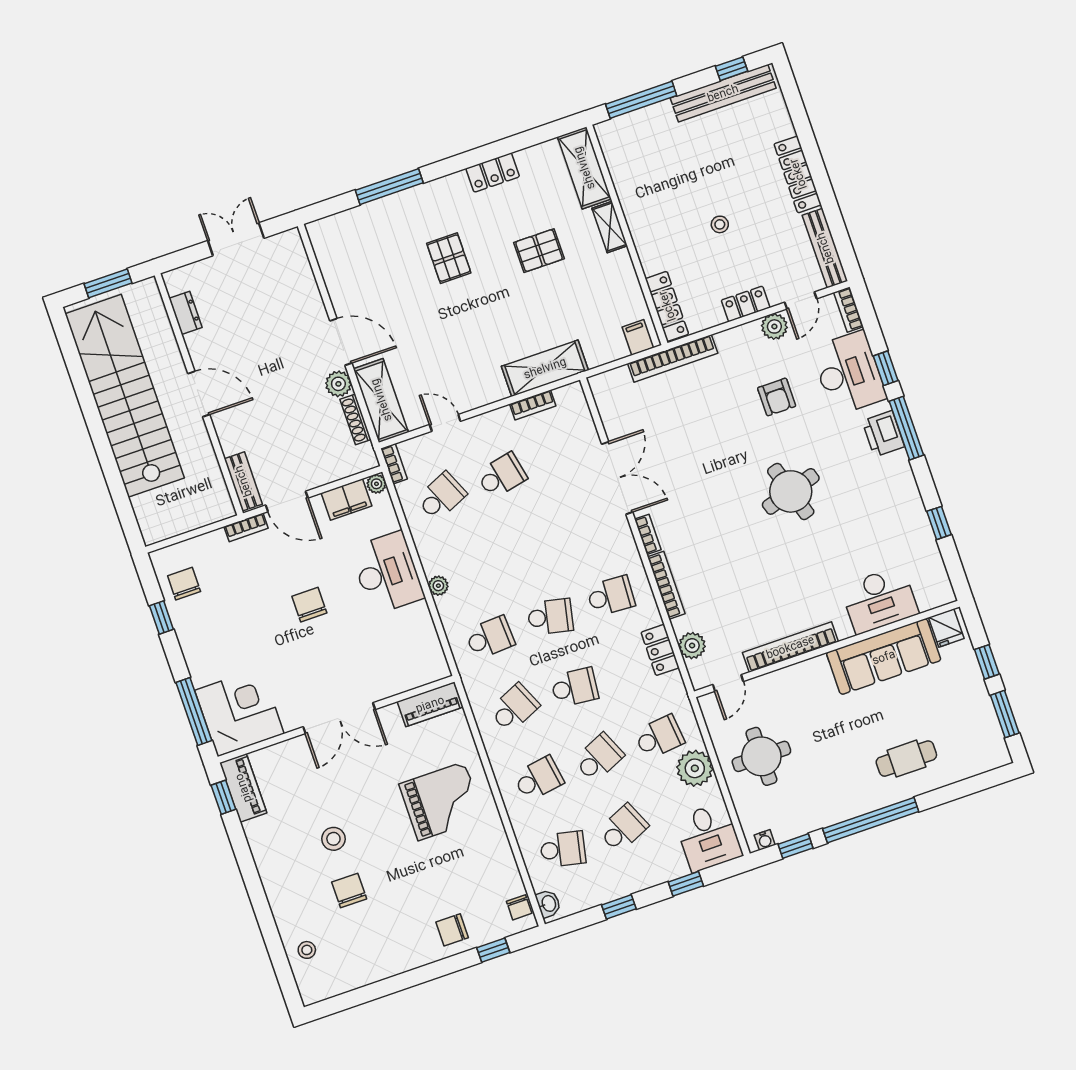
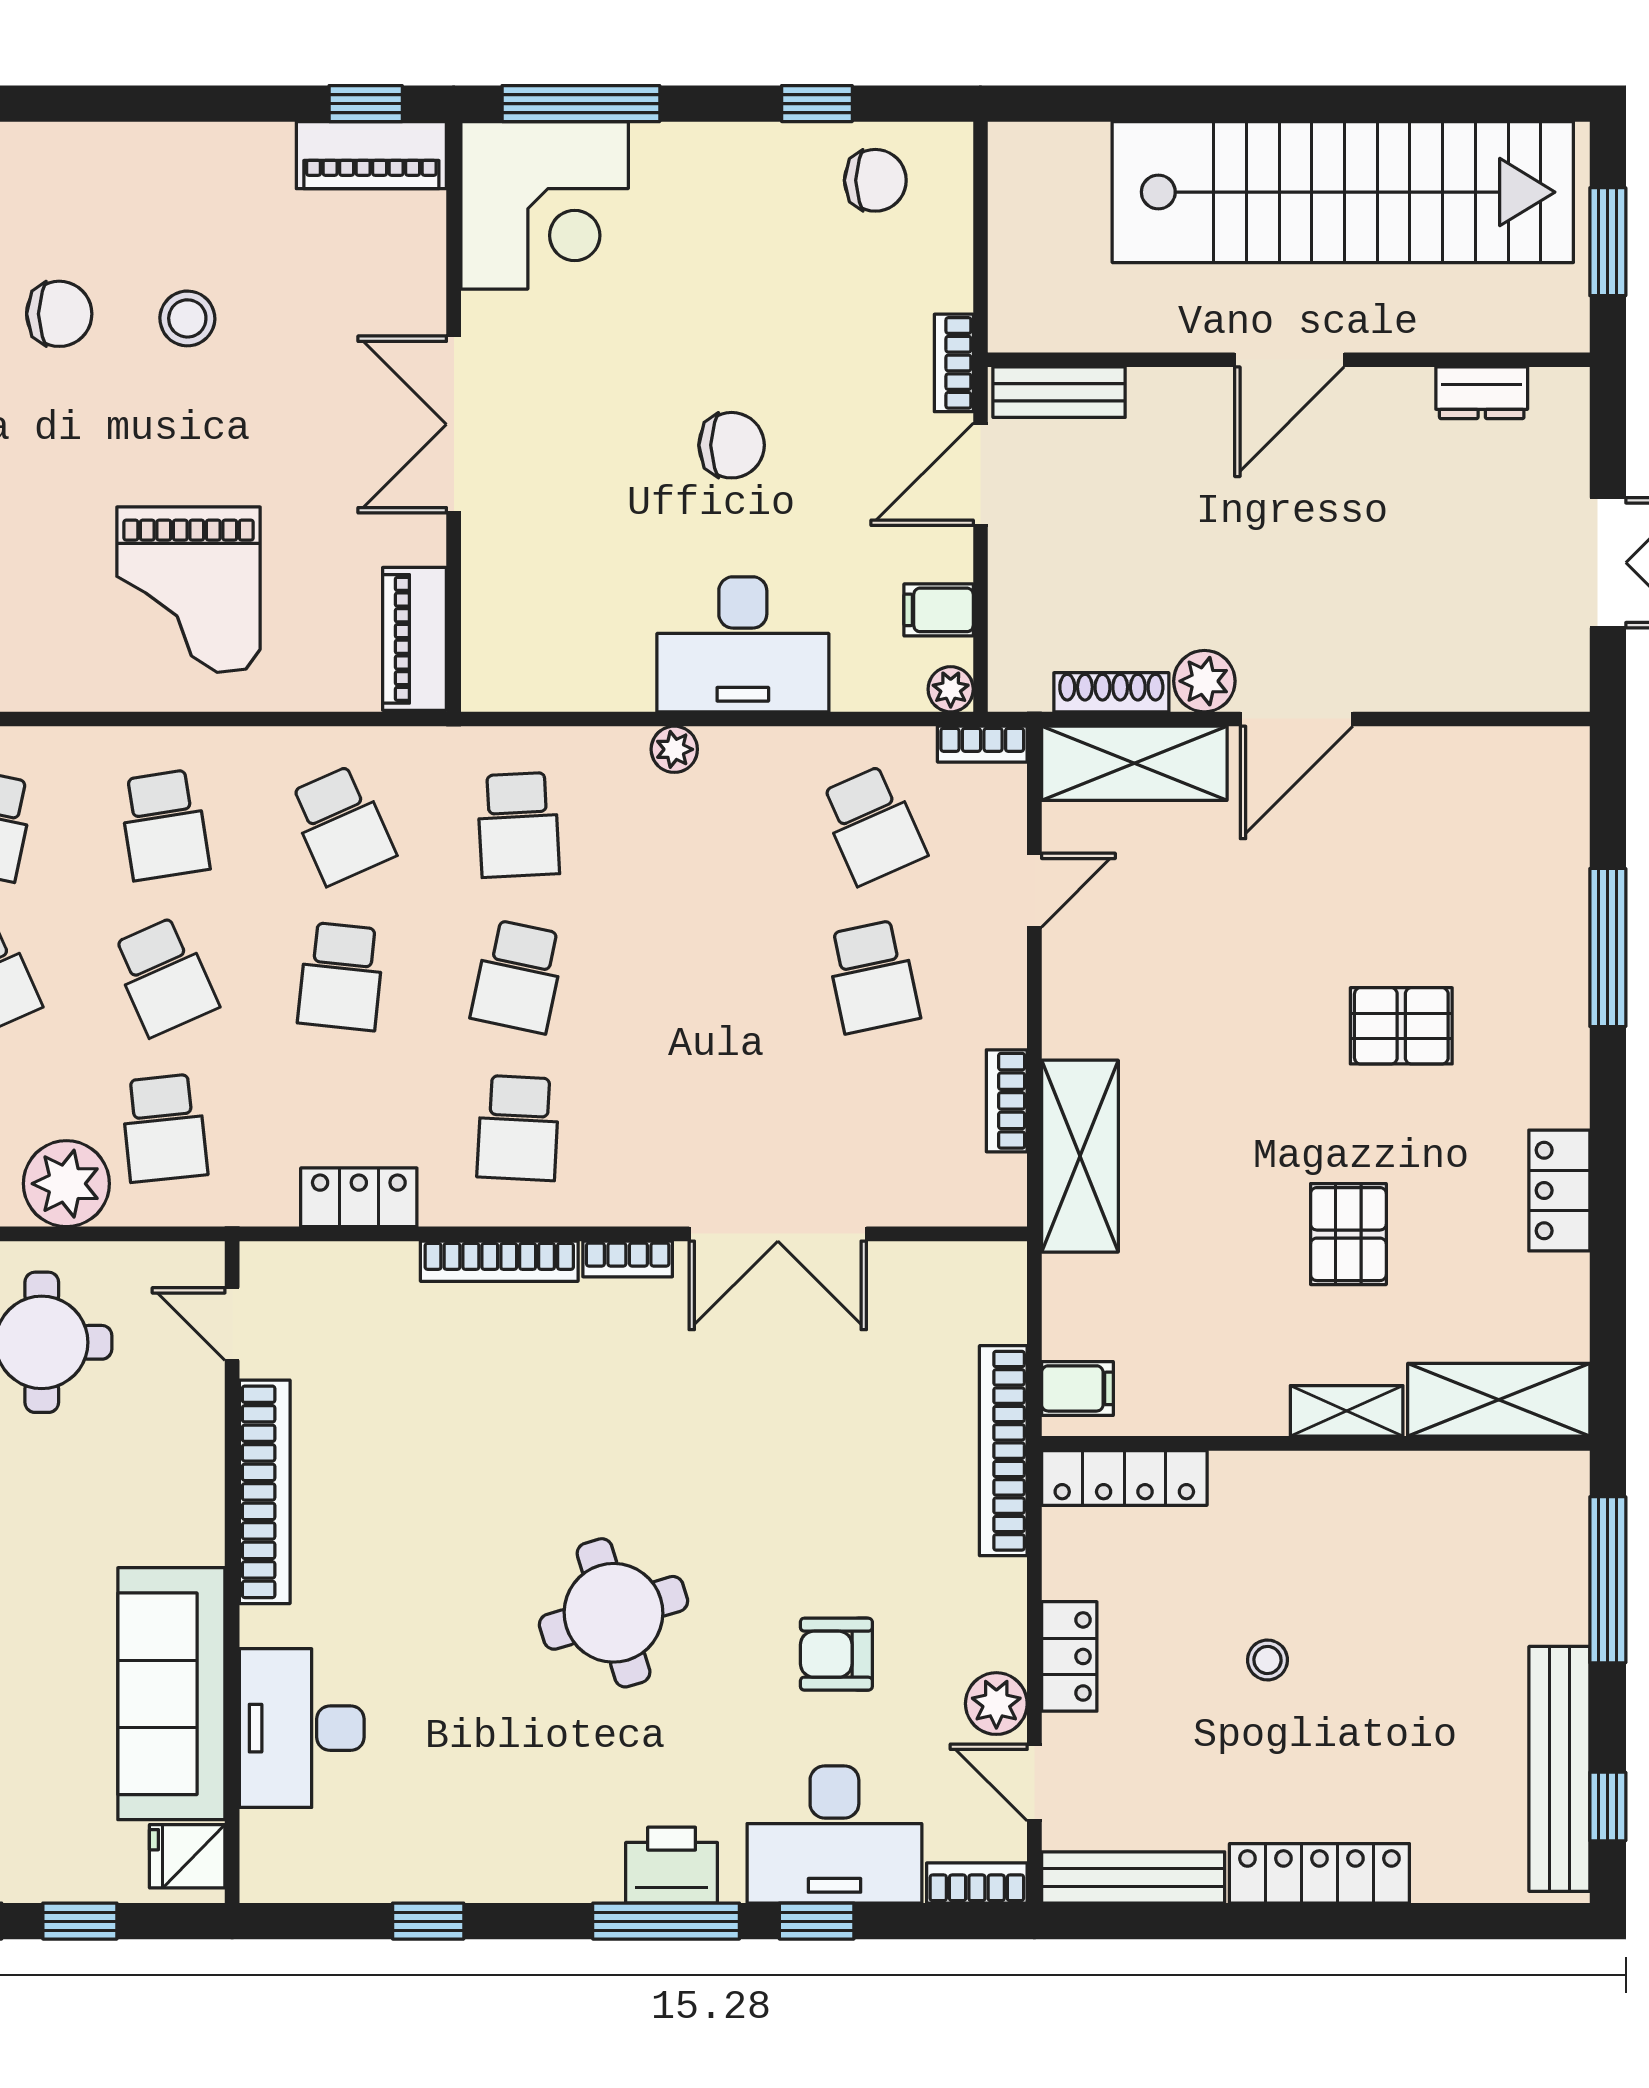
filing cabinet: (347, 499) -> (939, 610), width x0.50
plant: (692, 646) -> (344, 1272), removed

